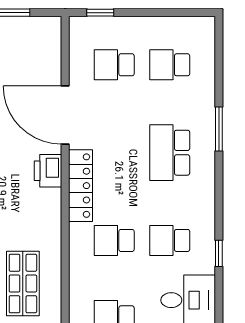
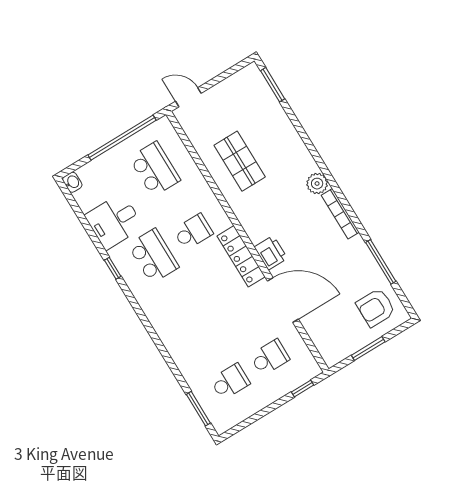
window: (219, 129) -> (198, 409), moved
school desk: (170, 153) -> (192, 319), removed
school desk: (170, 240) -> (153, 256), width x1.85

